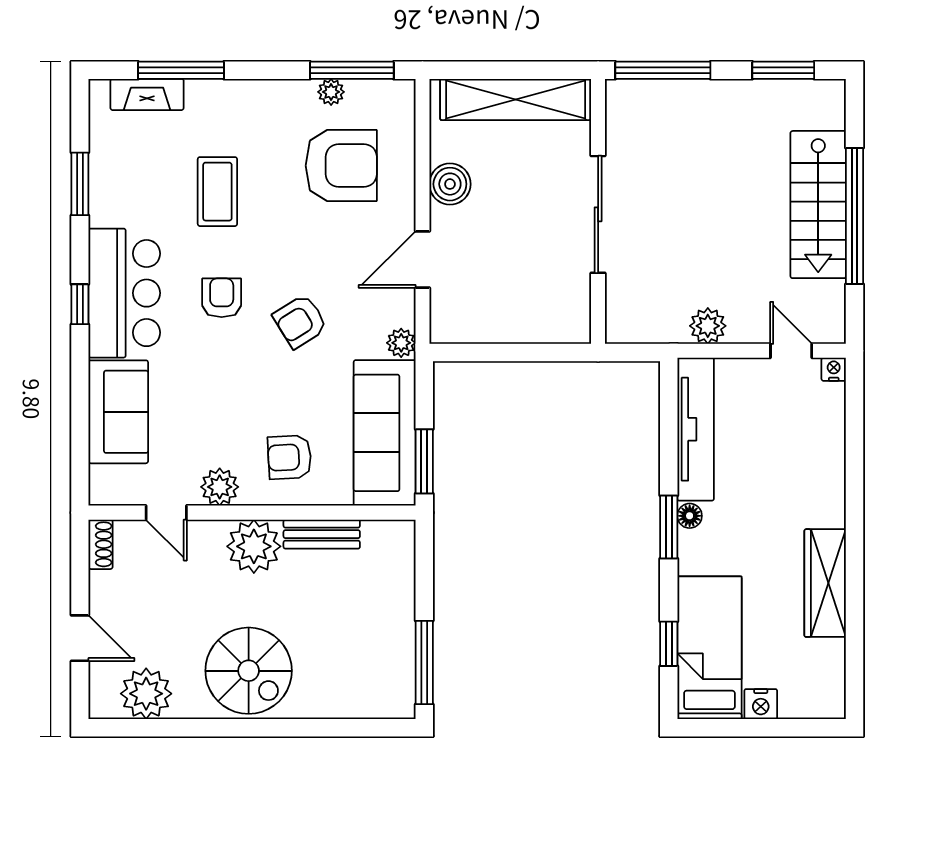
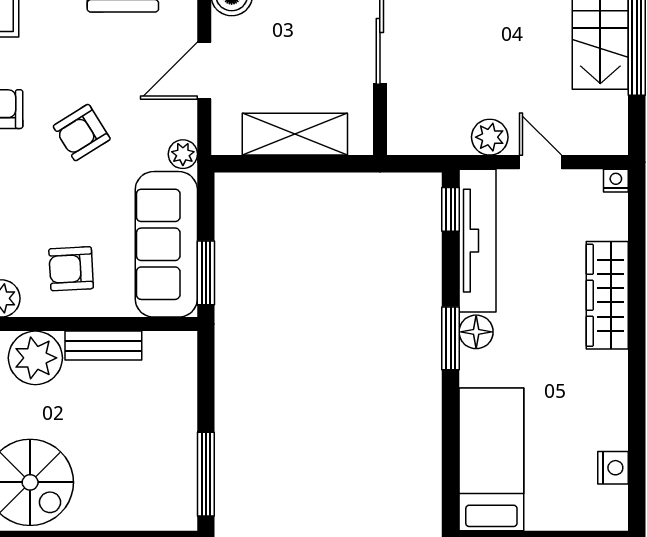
shelving: (513, 323) -> (295, 134), added
door: (791, 351) -> (541, 162), moved
floor lamp: (690, 516) -> (476, 332), width x1.37, depth x1.37
wardrobe: (825, 583) -> (607, 295), moved
window: (669, 644) -> (451, 209), moved
nightstand: (761, 704) -> (613, 468), moved, turned -90

